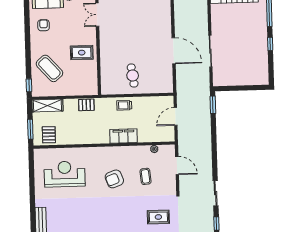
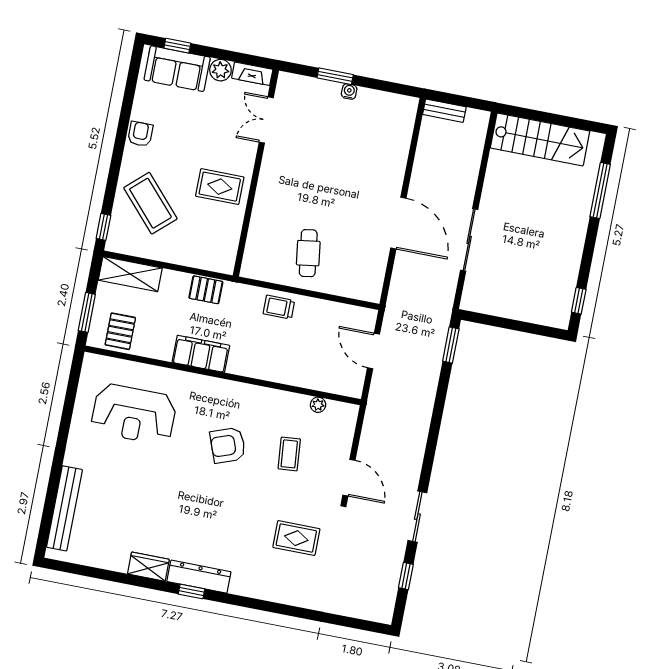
armchair: (44, 25) -> (140, 134), moved
window: (270, 44) -> (579, 301), moved
door: (176, 116) -> (374, 351), hinge flipped
filing cabinet: (124, 136) -> (201, 354), moved
door: (177, 166) -> (349, 478), moved
reception desk: (65, 174) -> (134, 414), turned 180

